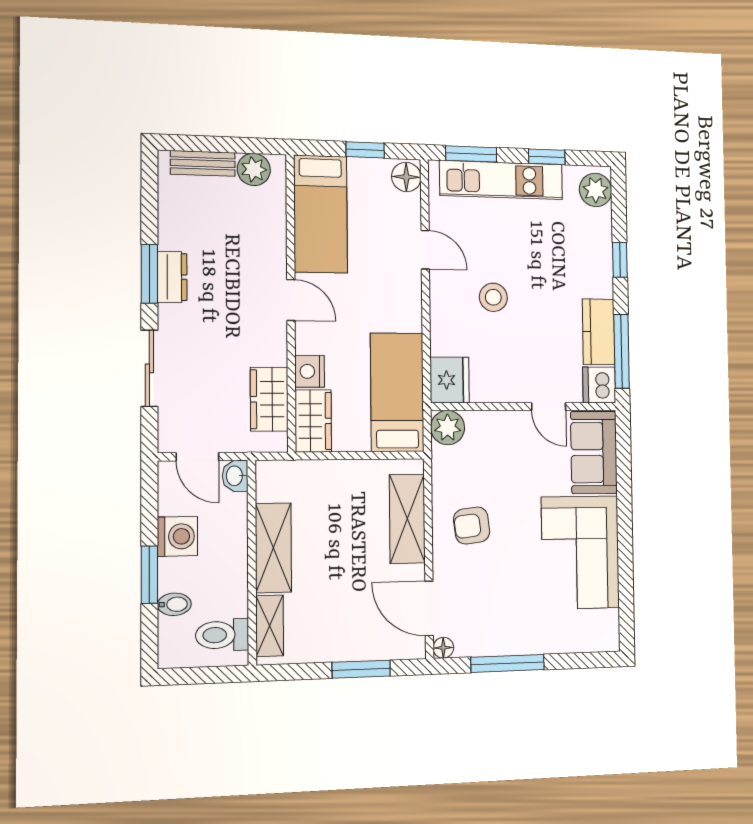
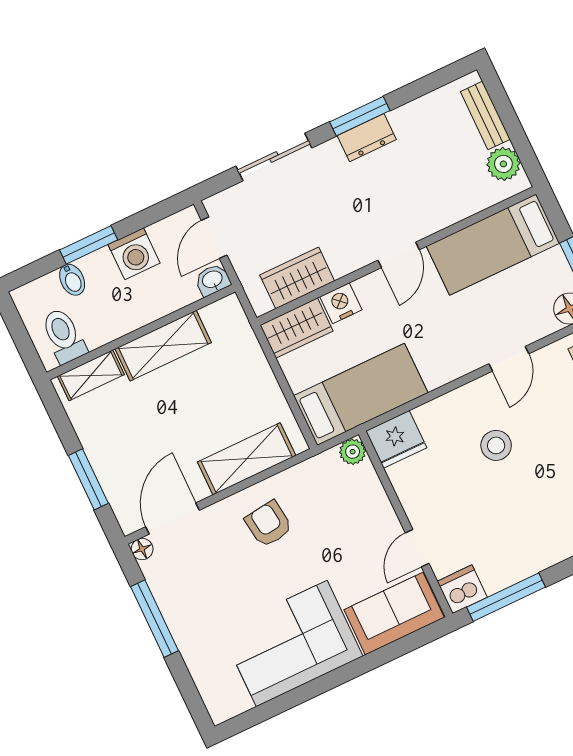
kitchen counter: (599, 332) -> (514, 565), removed
plant: (448, 428) -> (353, 452), width x0.73, depth x0.73

